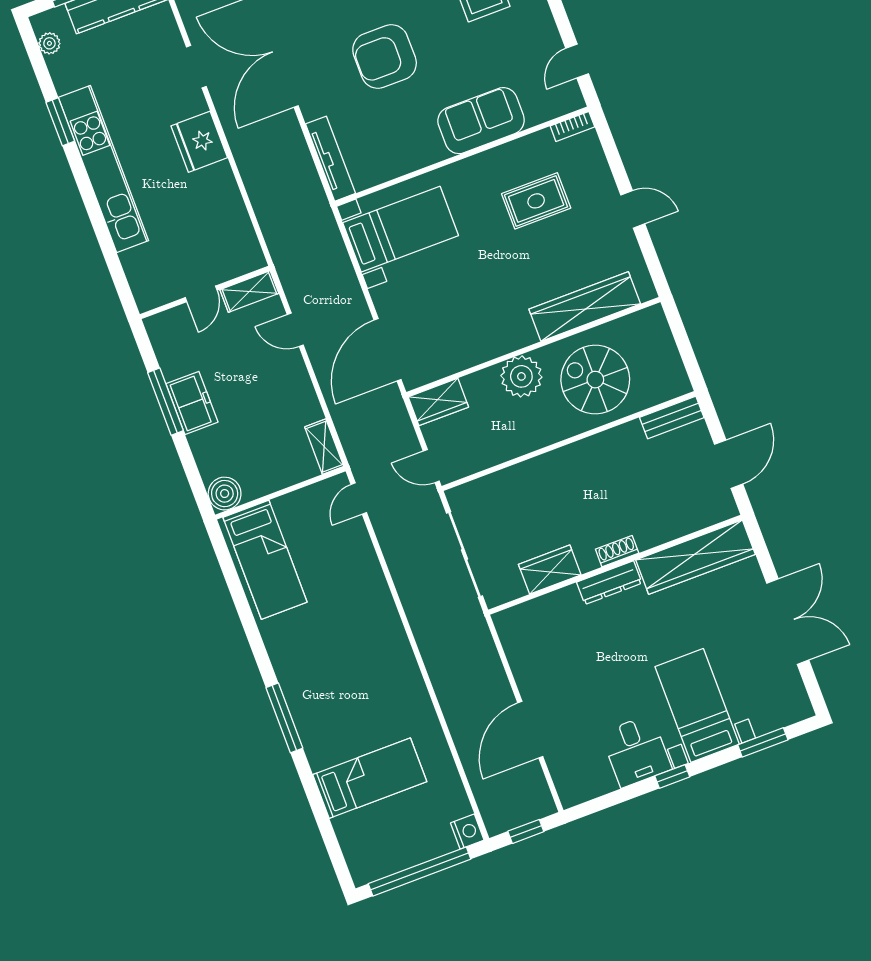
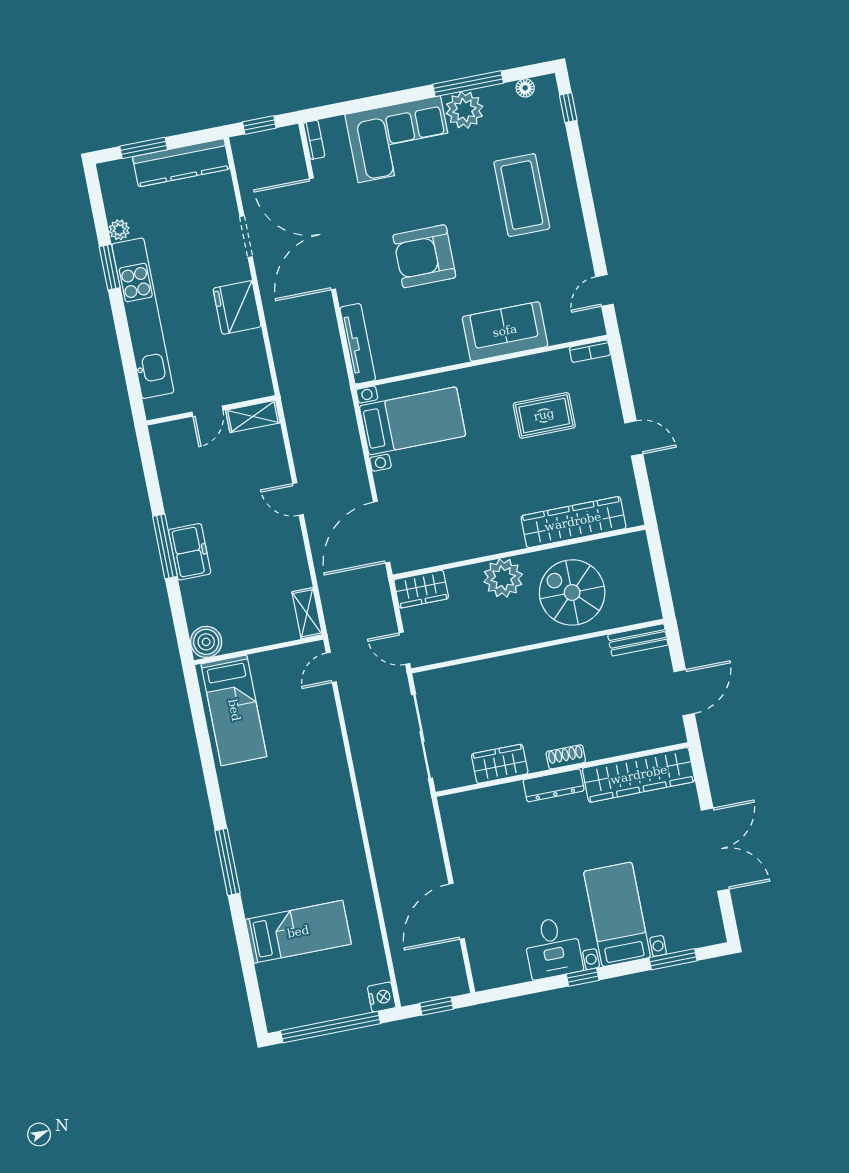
plant: (49, 43) -> (119, 230), moved
wall: (205, 292) -> (211, 410), moved
shelving: (249, 292) -> (253, 416), moved
door: (201, 294) -> (207, 411), moved

